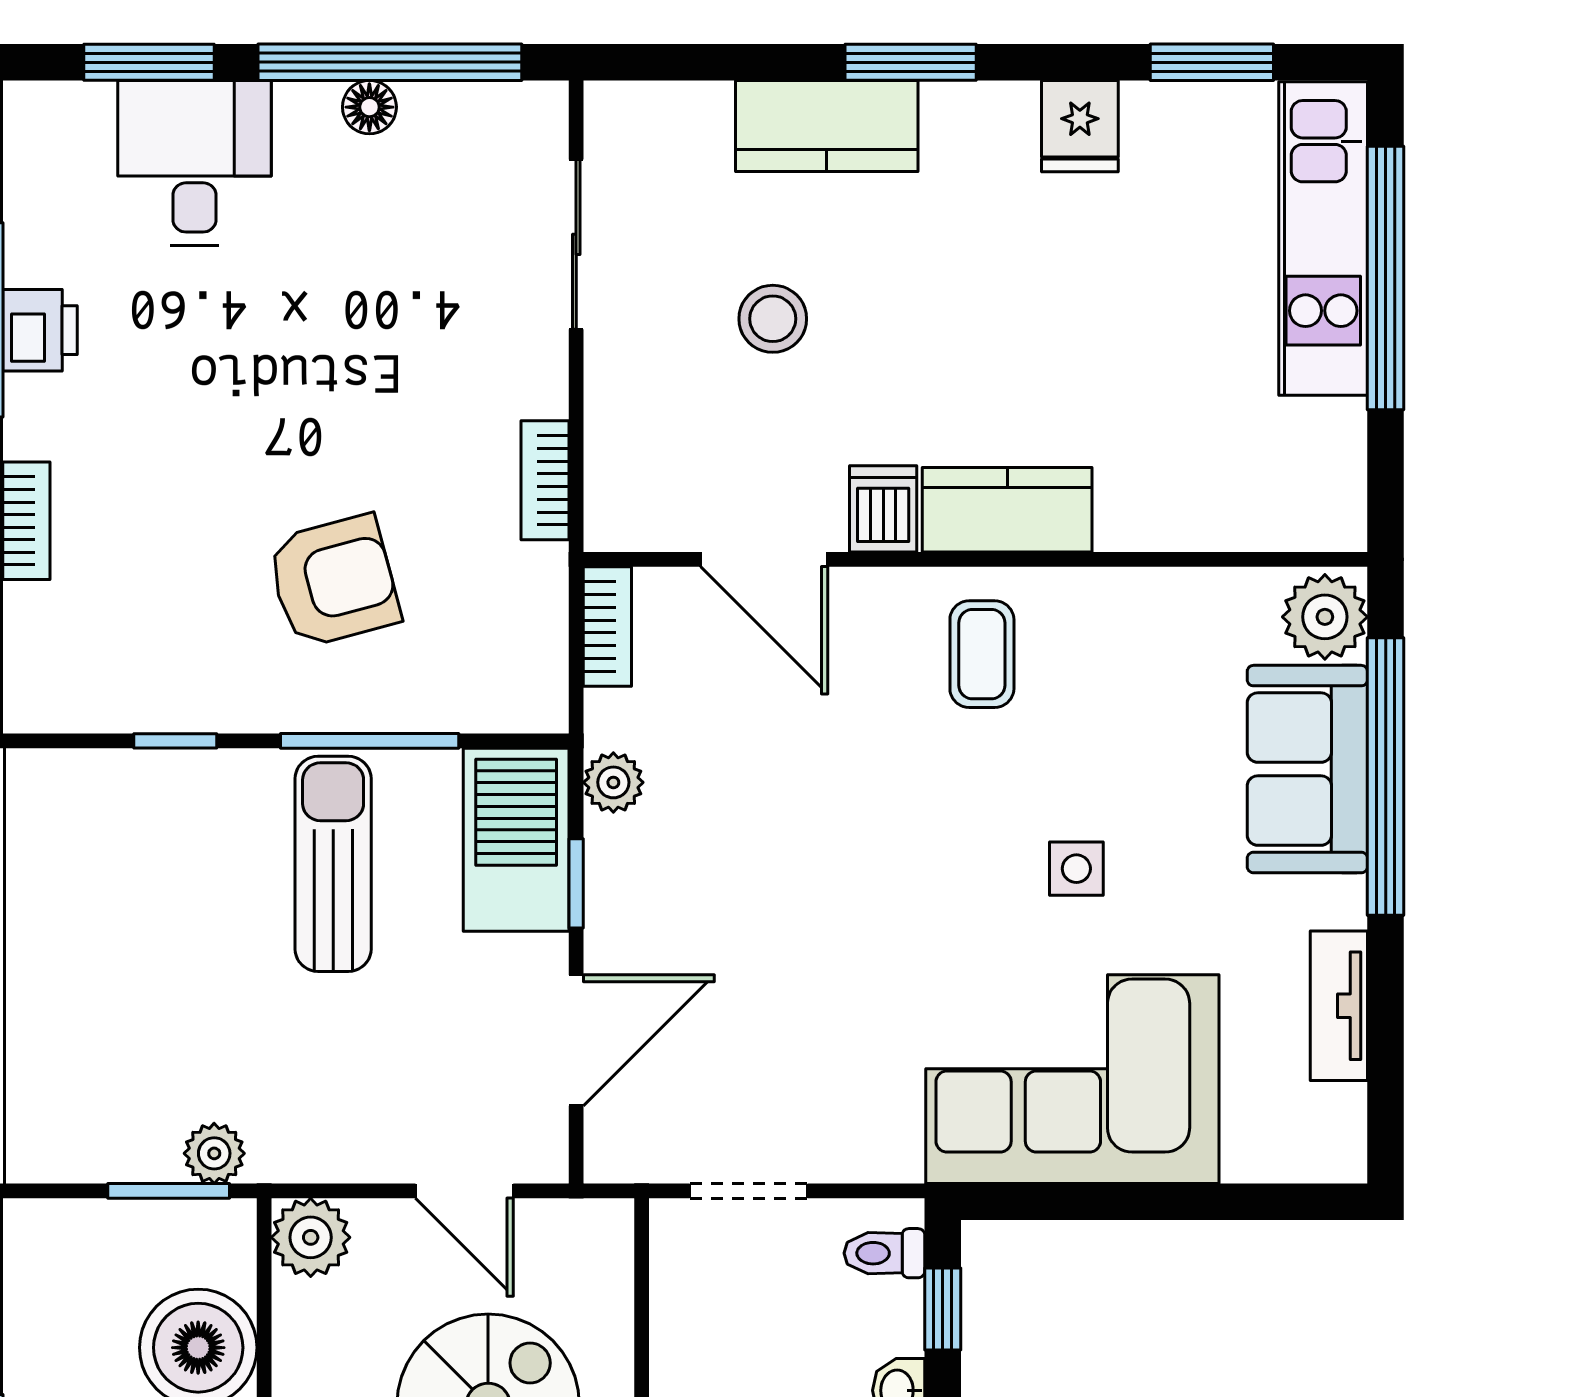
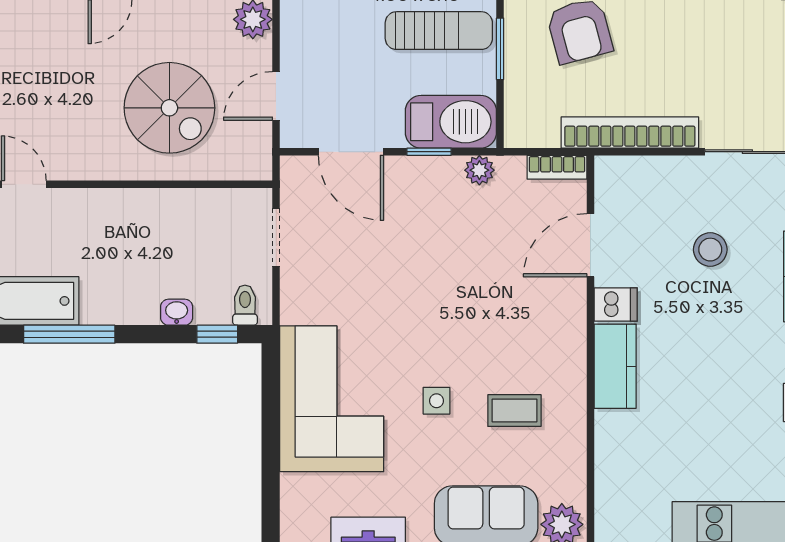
bookcase: (545, 480) -> (630, 132), width x2.31, depth x1.31
coffee table: (982, 654) -> (514, 411), moved
window: (370, 741) -> (500, 49), width x0.69

